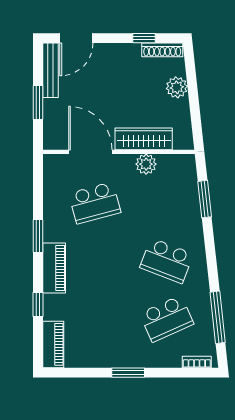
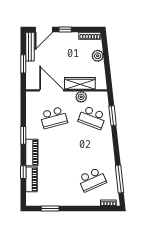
window: (144, 38) -> (65, 29), moved
school desk: (167, 261) -> (92, 118), moved
piano: (53, 344) -> (31, 179), moved
window: (128, 373) -> (50, 209), moved

